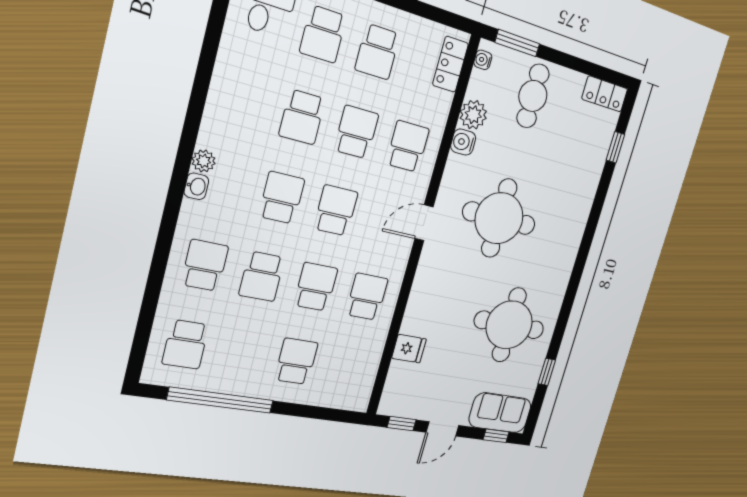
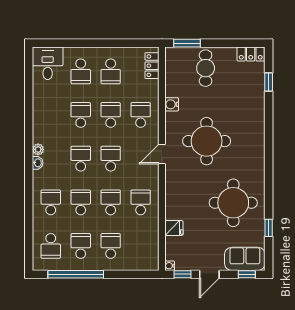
water cooler: (483, 60) -> (170, 266), moved
plant: (473, 115) -> (173, 88), removed
school desk: (302, 117) -> (81, 115), turned 180
school desk: (262, 276) -> (81, 202), turned 180
school desk: (242, 353) -> (81, 246), added

